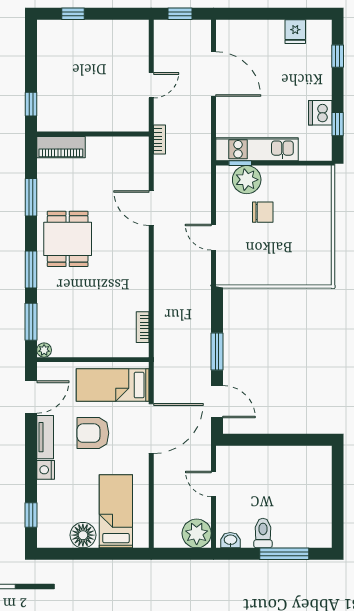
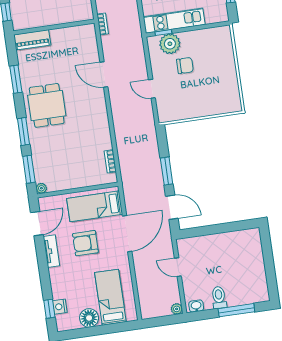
nightstand: (46, 470) -> (60, 307), moved
plant: (197, 533) -> (177, 309), width x0.53, depth x0.53

